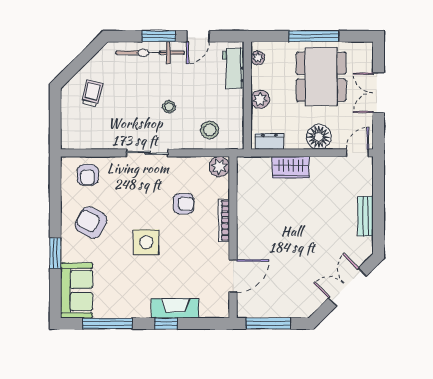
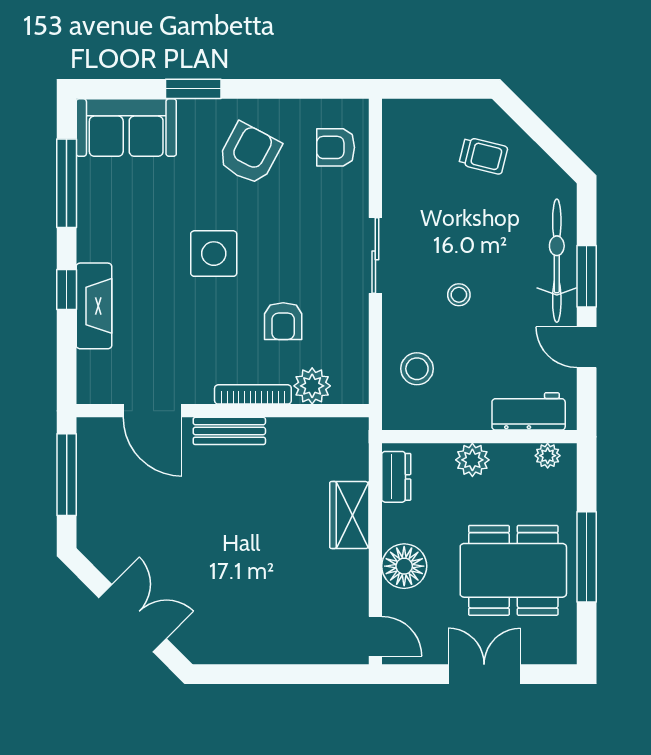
plant: (219, 167) -> (312, 386), moved
bench: (365, 216) -> (229, 431), moved

